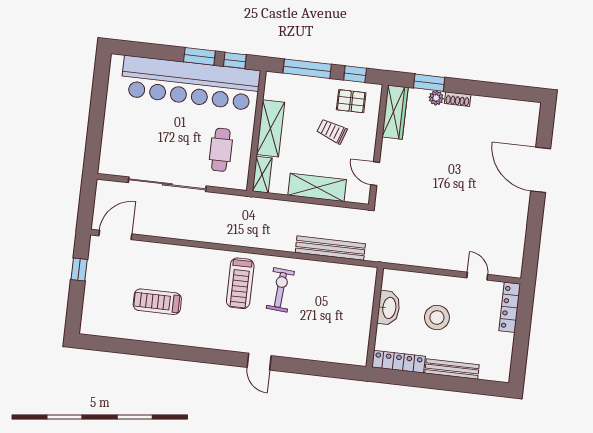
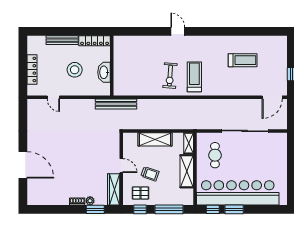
door: (375, 174) -> (121, 166), moved
bench: (330, 248) -> (116, 104), moved
locker: (510, 307) -> (32, 69), moved

